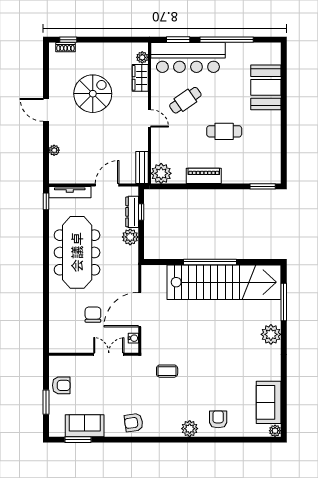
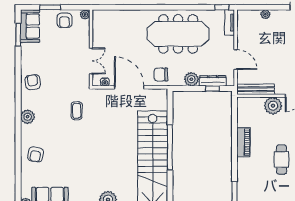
bench: (142, 168) -> (256, 89), width x1.36
plant: (161, 173) -> (273, 106), moved
tv unit: (70, 192) -> (230, 22), width x0.71
chair: (93, 315) -> (161, 75), moved, turned 180
plant: (54, 361) -> (85, 15), added
armchair: (218, 419) -> (35, 154), turned 100
sofa: (85, 426) -> (30, 26), moved
plant: (190, 429) -> (28, 117), moved

